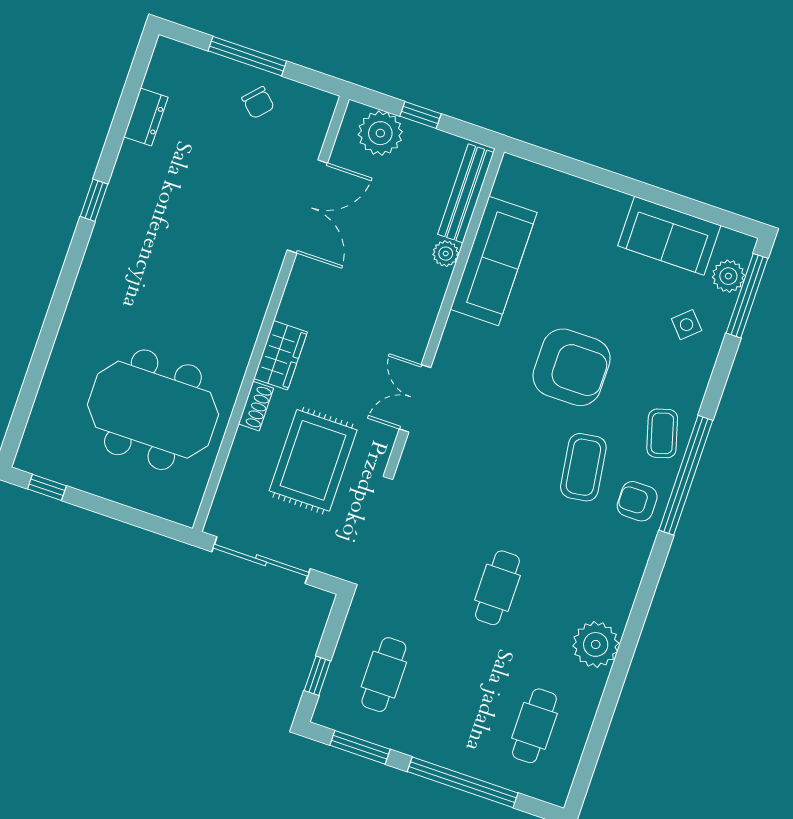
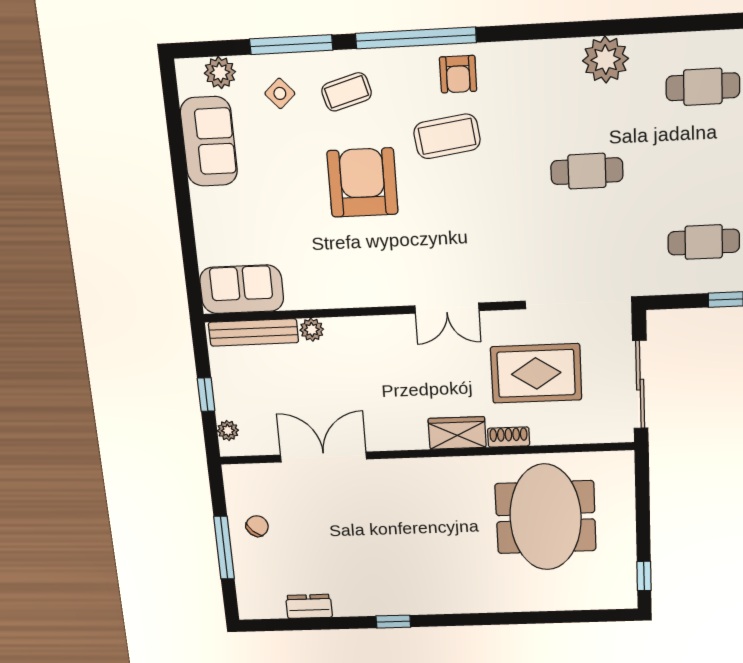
plant: (380, 133) -> (228, 431), width x0.53, depth x0.53
sofa: (494, 261) -> (242, 289), moved, width x0.73
window: (747, 296) -> (291, 45), moved
coffee table: (662, 433) -> (347, 92), moved

